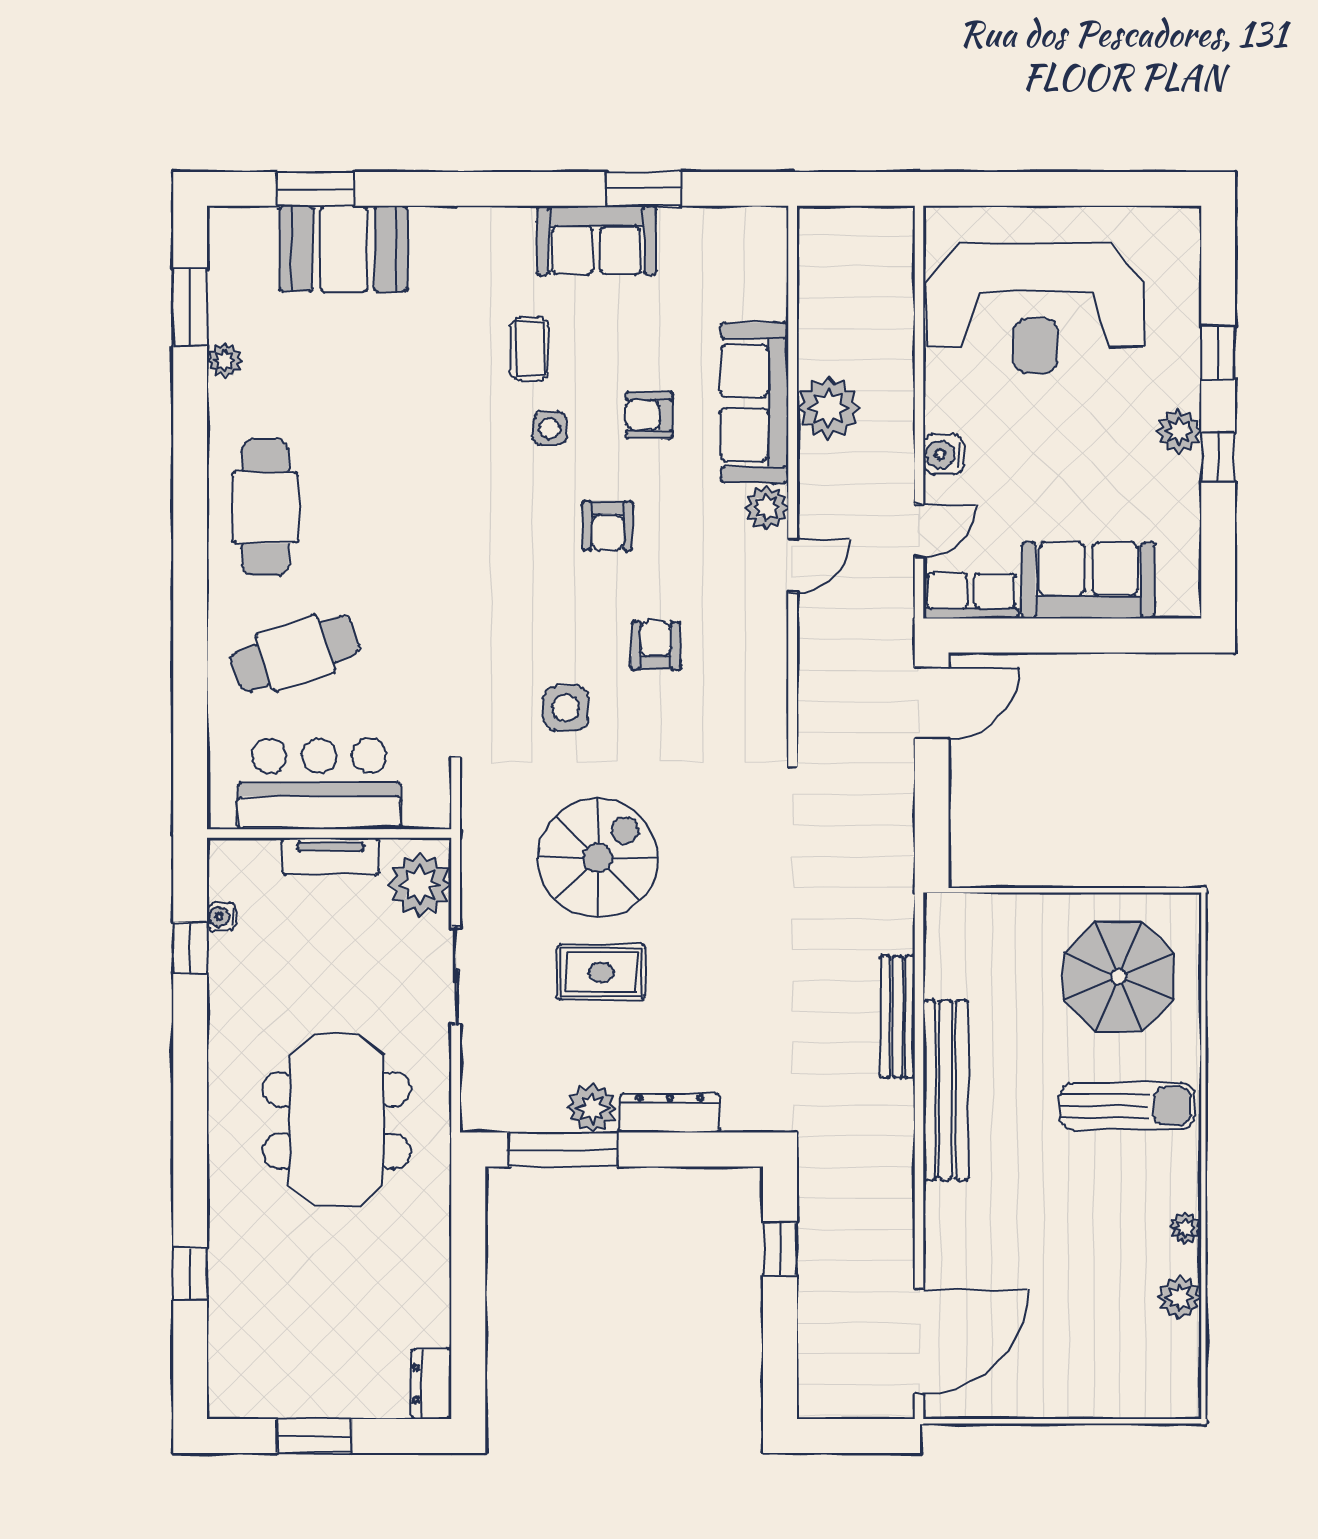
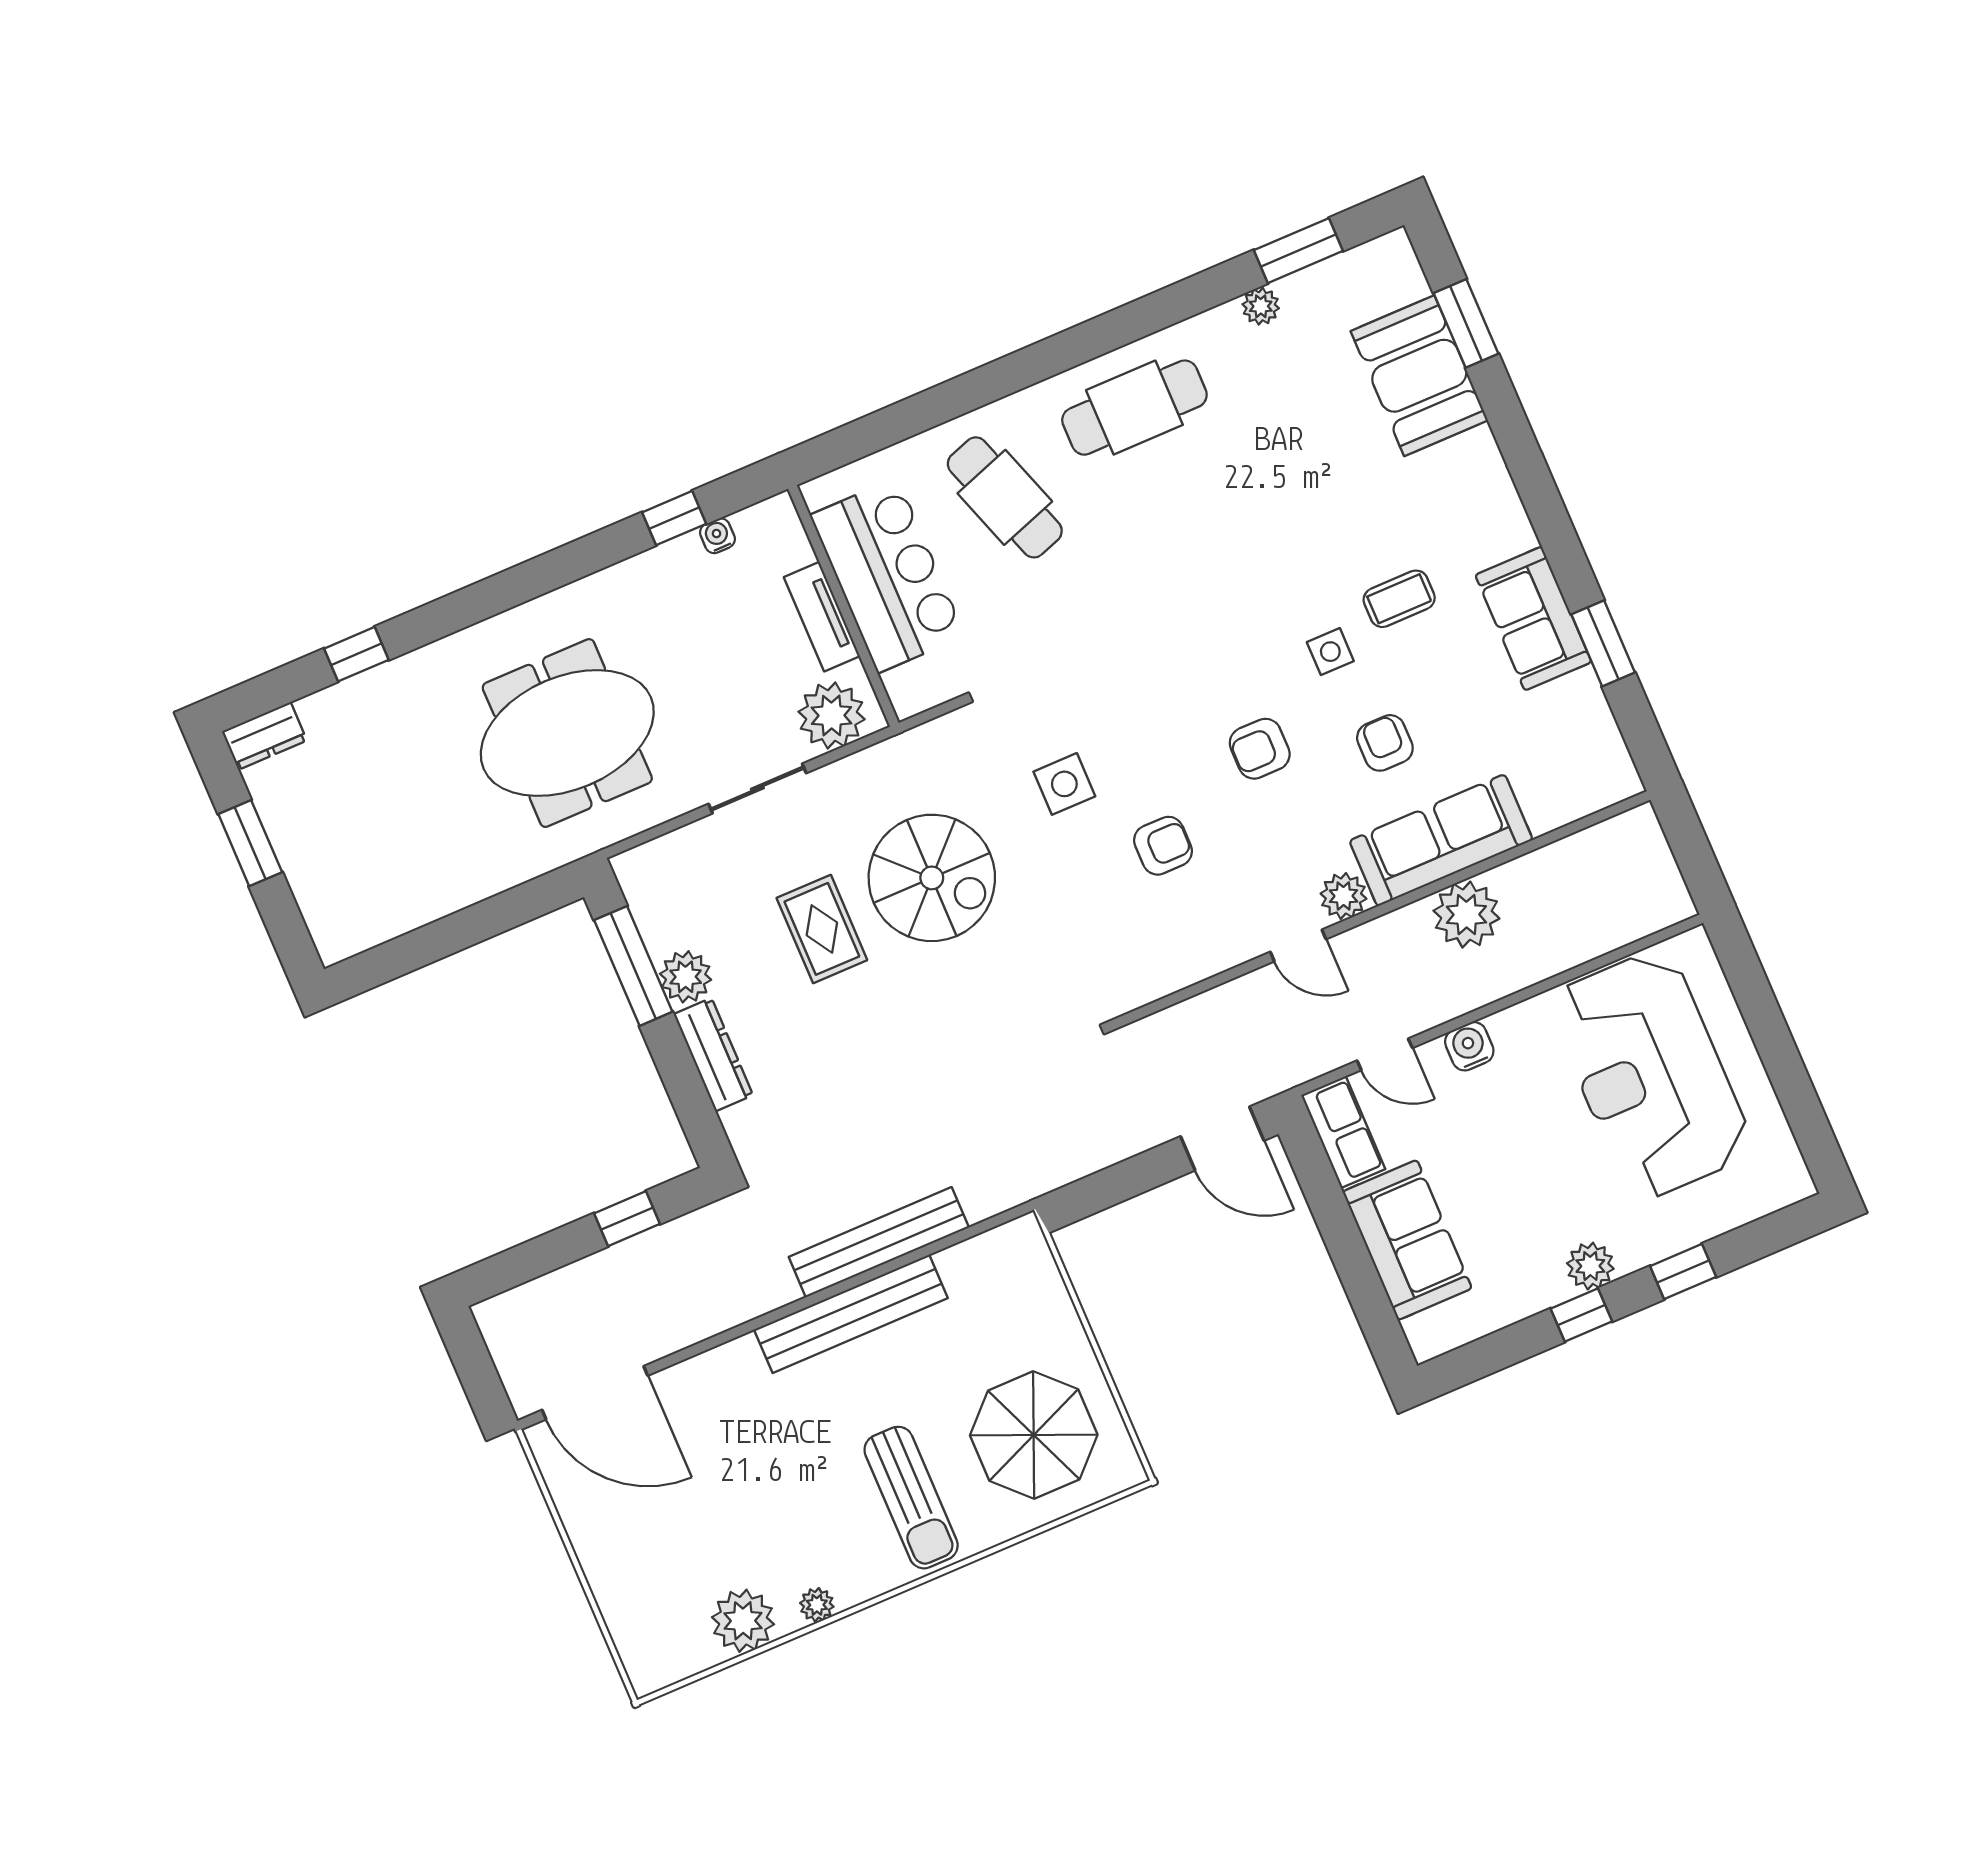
bench: (898, 1017) -> (879, 1242), width x1.37, depth x1.21
plant: (1180, 1298) -> (743, 1621), width x1.36, depth x1.36
dresser: (431, 1384) -> (264, 736), moved, turned 180

